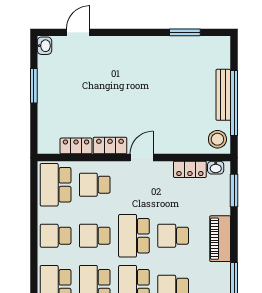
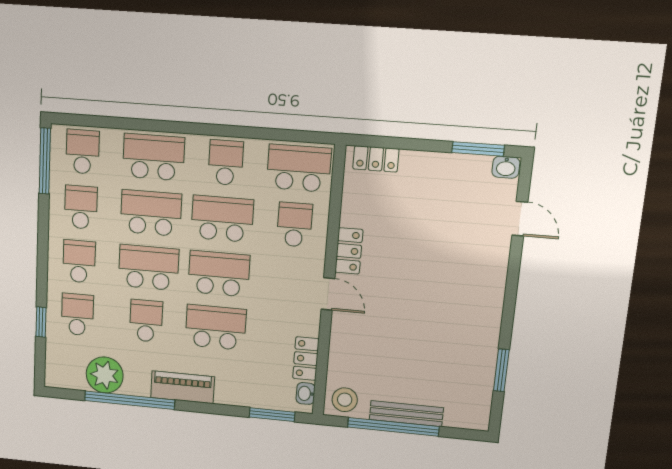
window: (34, 86) -> (478, 149), moved
locker: (76, 146) -> (376, 159), moved, turned 90
school desk: (95, 236) -> (222, 219), width x1.85
school desk: (173, 236) -> (216, 327), width x1.85
piano: (220, 239) -> (183, 387), moved

